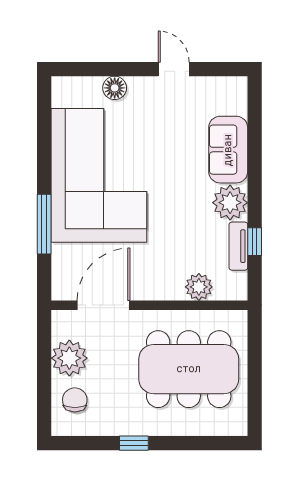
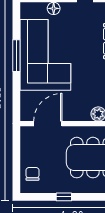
window: (44, 224) -> (16, 56), moved
plant: (69, 358) -> (30, 152), removed

